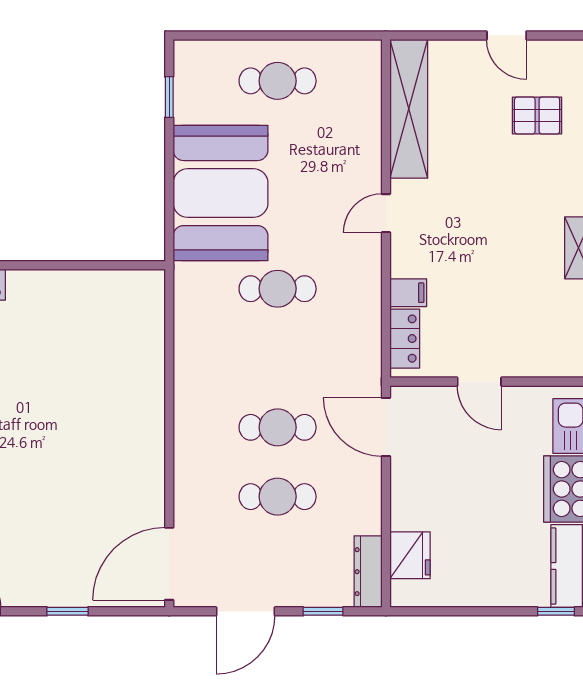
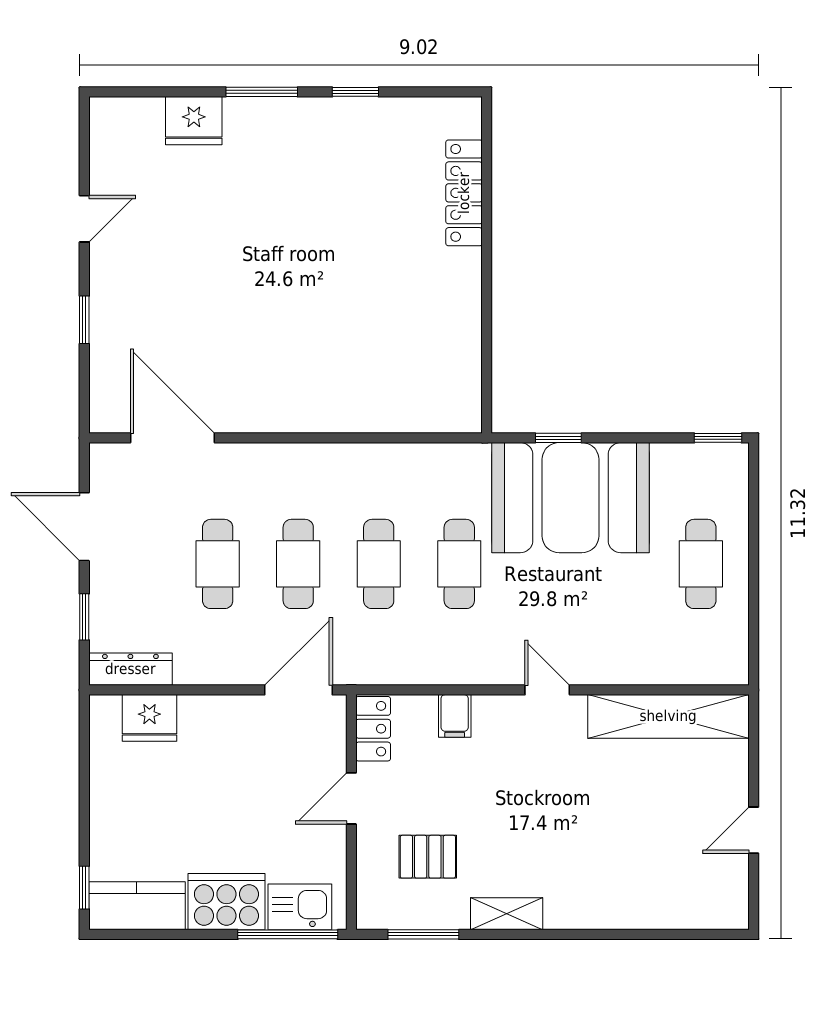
window: (169, 97) -> (718, 438), moved
pallet: (537, 116) -> (428, 857), moved, turned 90
window: (169, 203) -> (558, 438), added
locker: (405, 339) -> (373, 729), moved, turned -90
cafe table: (278, 358) -> (379, 564), added
door: (169, 564) -> (173, 438), moved

